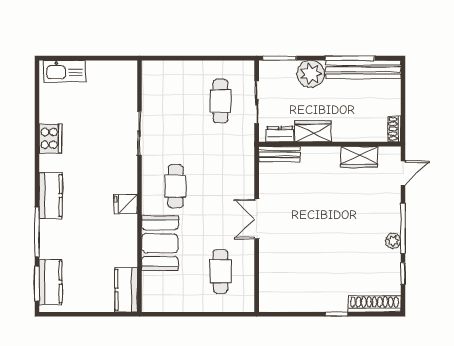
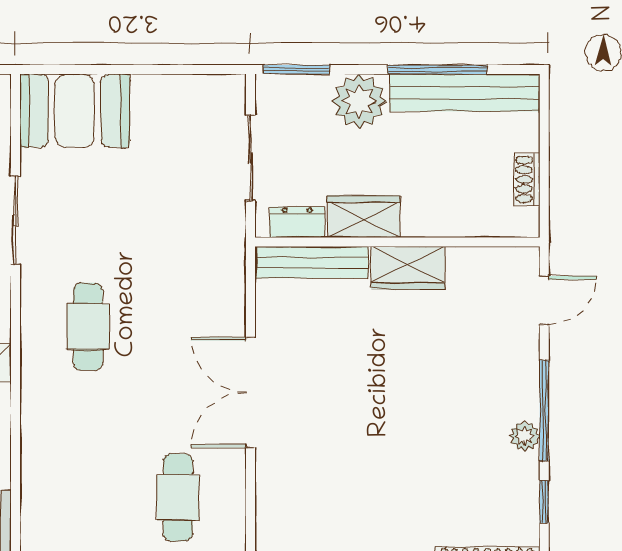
cafe table: (220, 101) -> (178, 156), removed
shoe rack: (394, 129) -> (527, 179), moved
bench: (279, 154) -> (311, 262), width x1.36
wardrobe: (359, 157) -> (408, 268), moved
double door: (257, 219) -> (250, 392), width x1.37
booth: (160, 243) -> (75, 111), moved, turned 90

